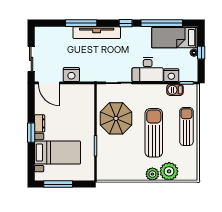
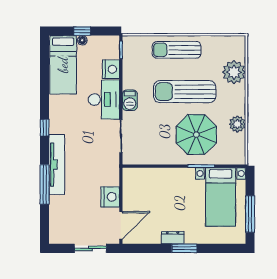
window: (162, 23) -> (45, 81), removed
barbecue: (175, 90) -> (130, 100), moved
parasol: (116, 118) -> (196, 135), moved
bed with nightstands: (58, 153) -> (221, 197), moved, turned 180
plant: (152, 174) -> (237, 124), moved

